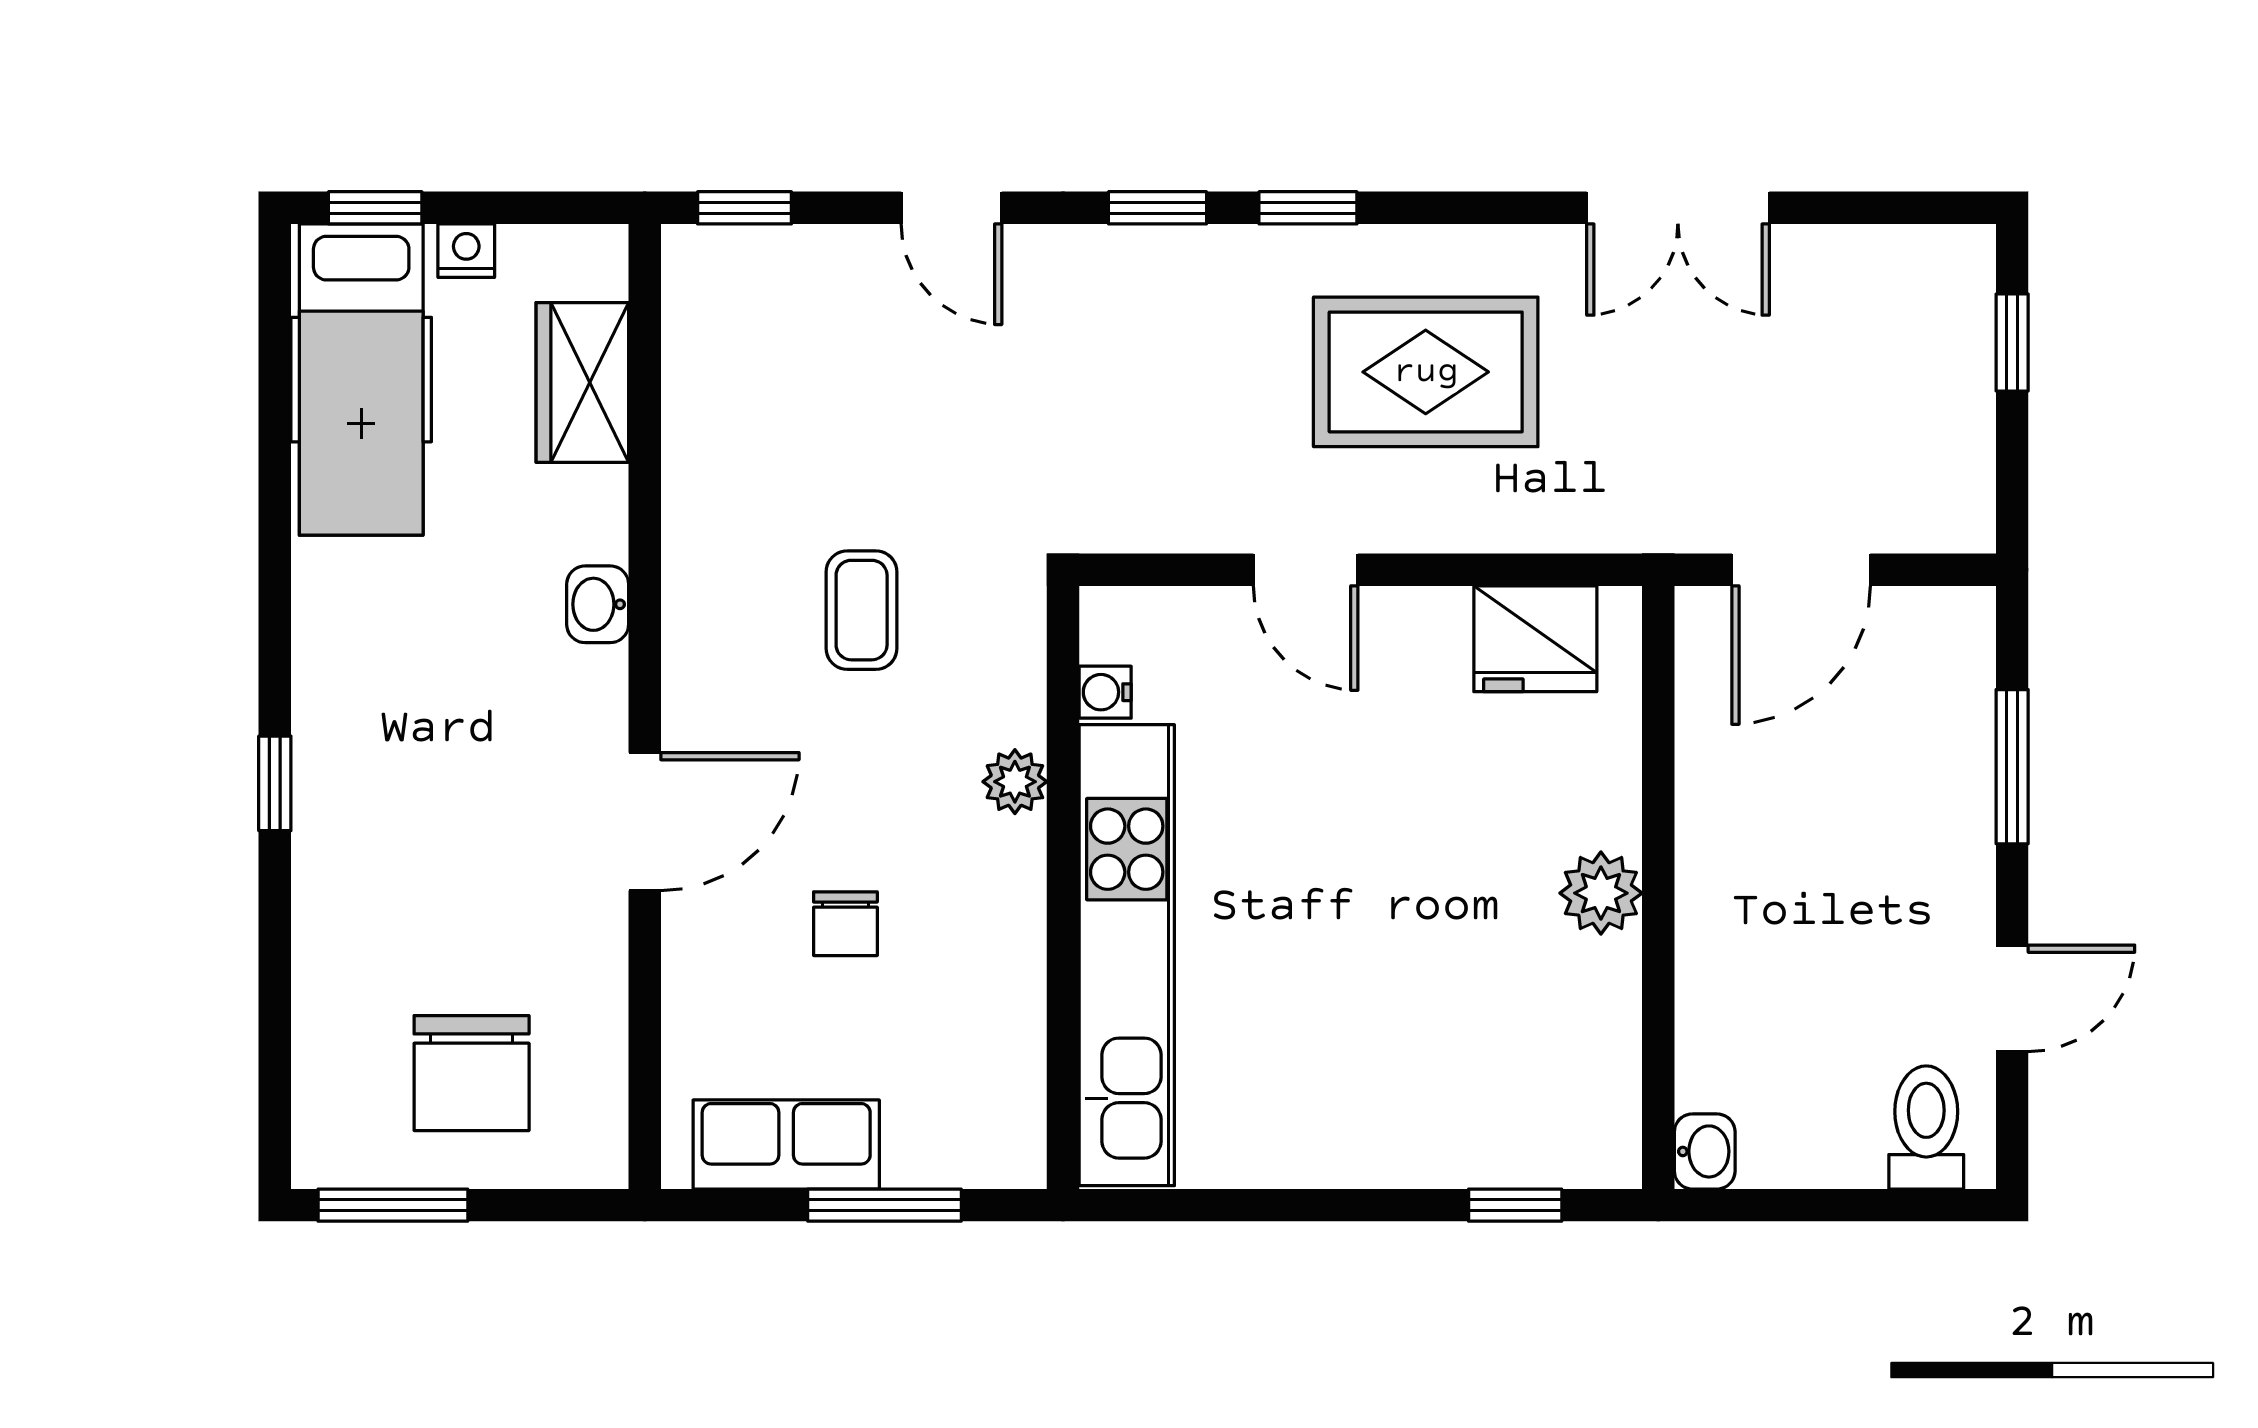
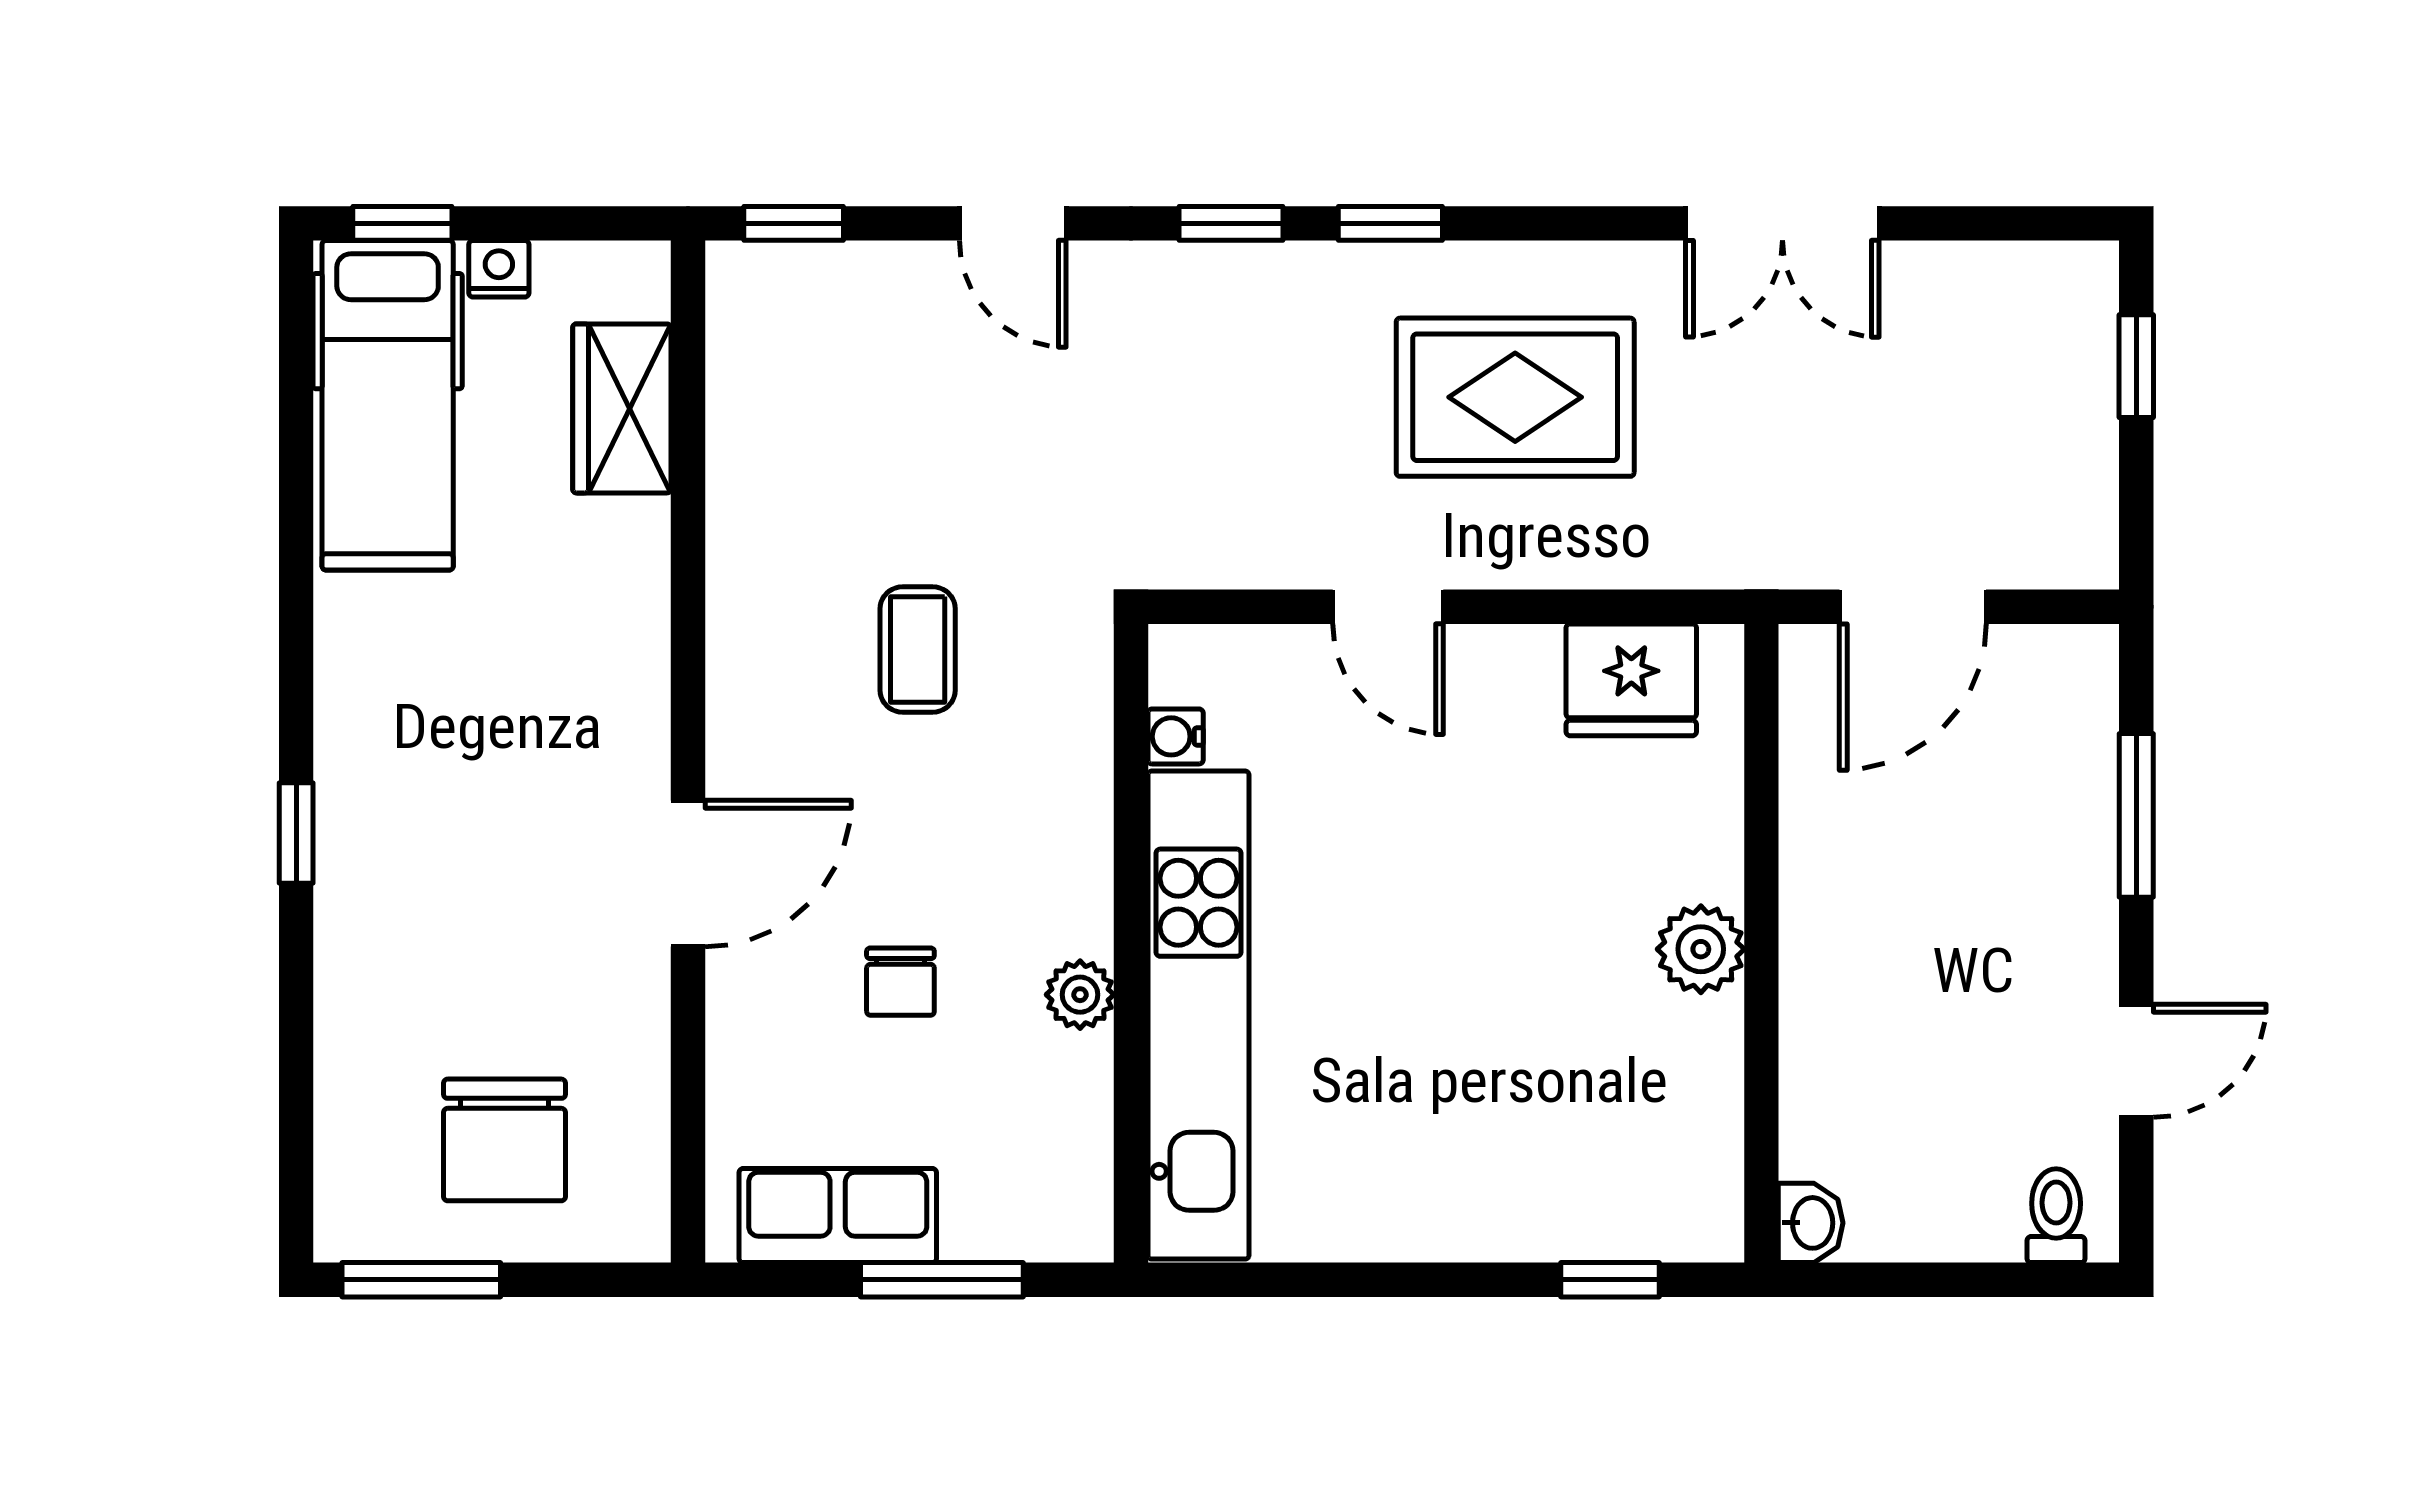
washbasin: (598, 604) -> (638, 643), removed
plant: (1015, 782) -> (1080, 995), moved
toilet: (1926, 1127) -> (2056, 1216), width x0.73, depth x0.72

